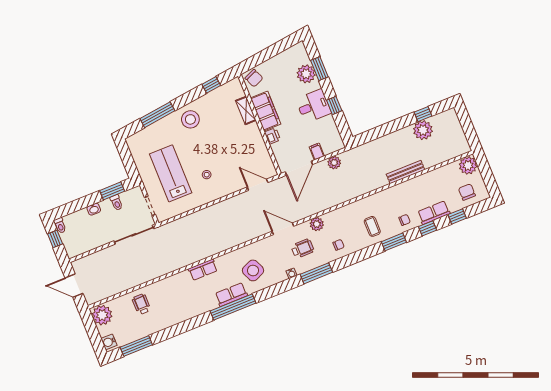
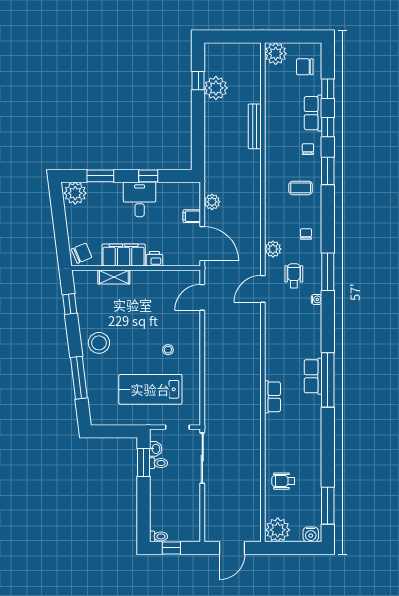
plant: (306, 74) -> (75, 193), moved
washbasin: (94, 209) -> (156, 449), moved
side table: (253, 270) -> (296, 341), removed

